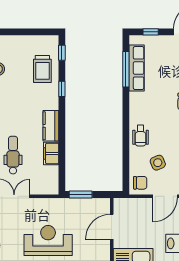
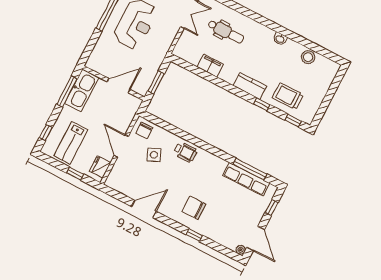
kitchen counter: (51, 126) -> (250, 86), moved
wheelchair: (141, 136) -> (185, 152), turned 180
window: (81, 195) -> (156, 82), moved
door: (112, 227) -> (119, 86), hinge flipped

